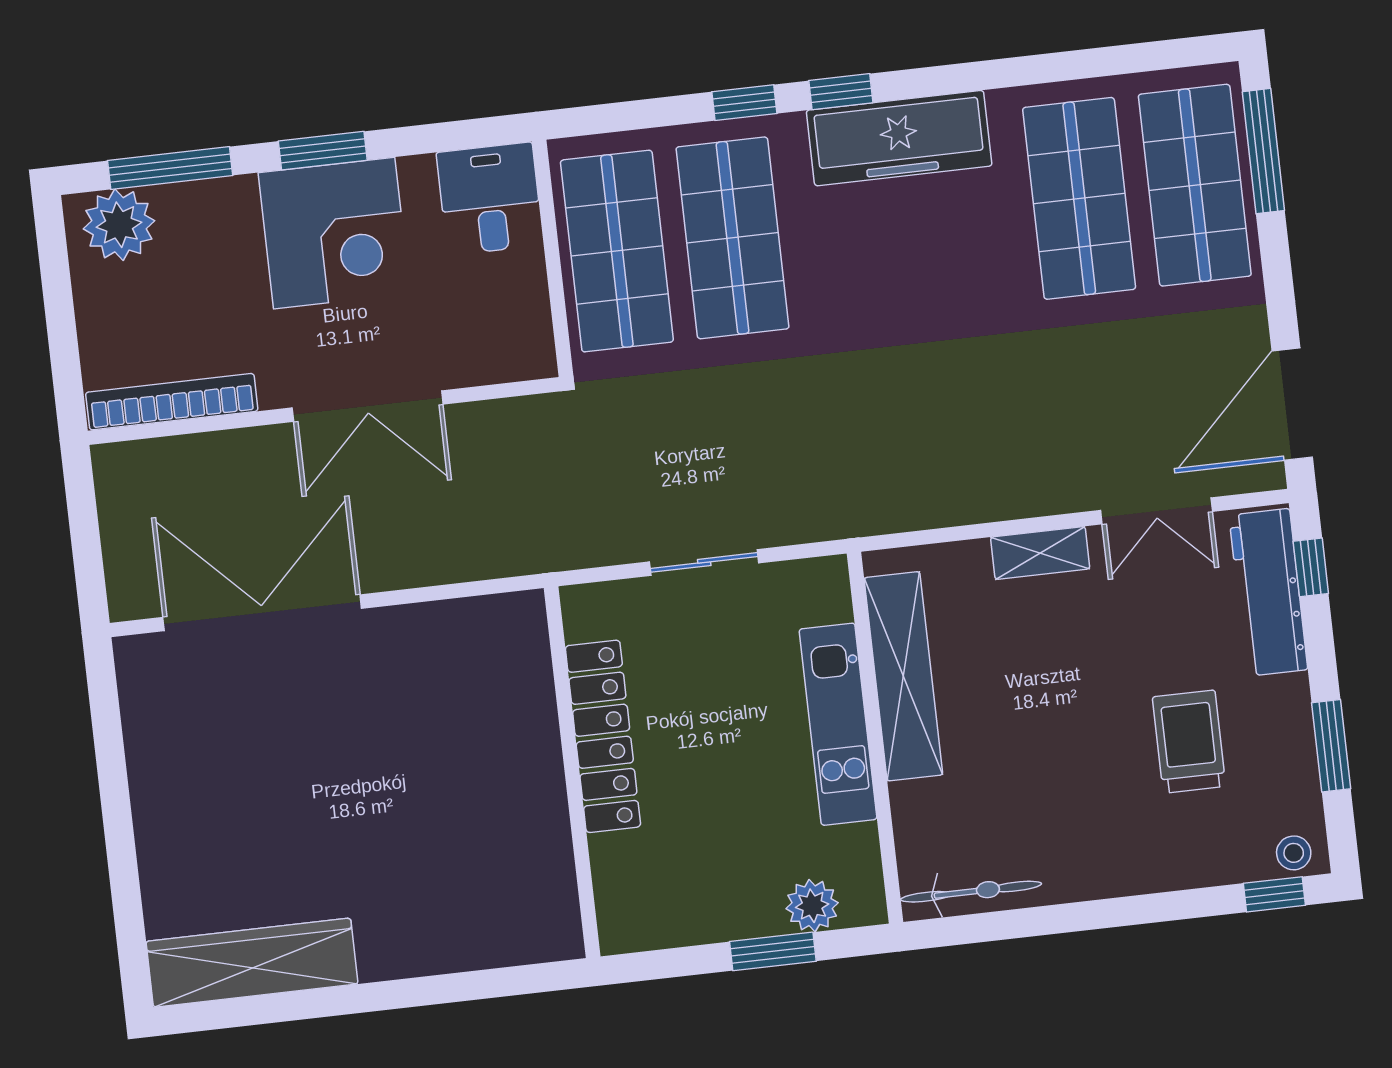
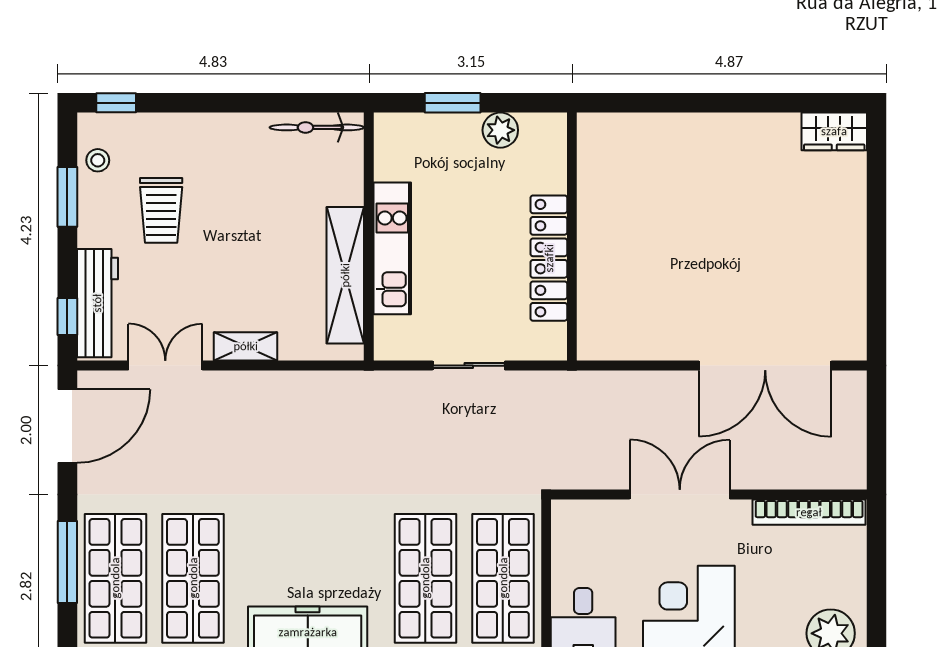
window: (1263, 151) -> (67, 562), moved
stool: (1294, 853) -> (98, 160), moved
plant: (812, 906) -> (500, 130), moved
wardrobe: (252, 963) -> (834, 131), width x0.48, depth x0.85

